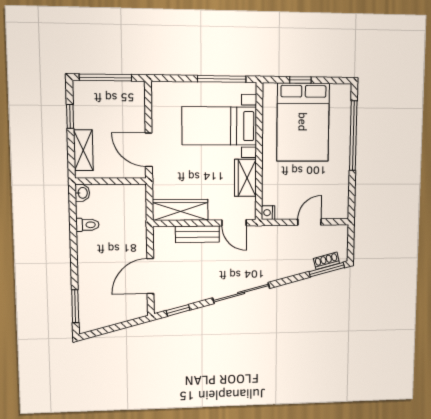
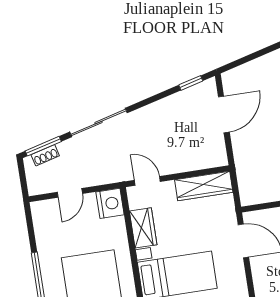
nightstand: (268, 213) -> (110, 203), width x1.89, depth x1.79
bench: (197, 234) -> (183, 164), removed
sliding door: (241, 293) -> (99, 122), moved

